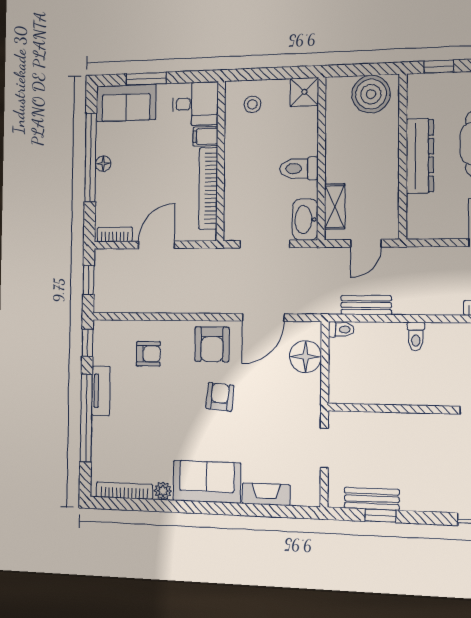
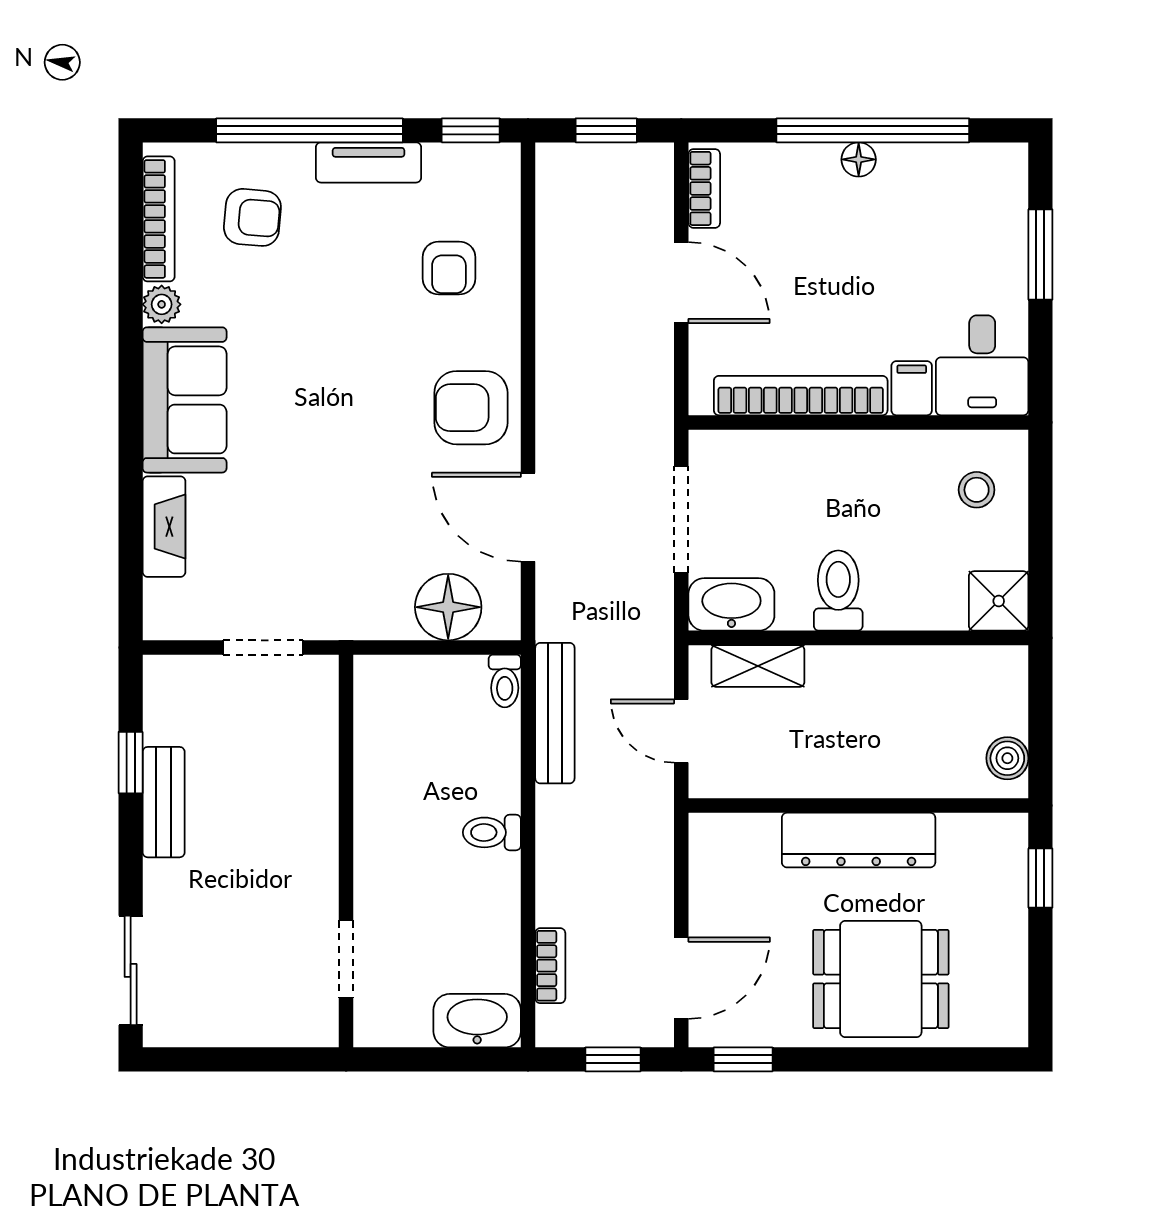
boiler: (371, 94) -> (1007, 758), width x0.54, depth x0.54
sofa: (126, 103) -> (990, 210), removed
bench: (366, 305) -> (555, 713), width x1.36
armchair: (220, 397) -> (252, 217), moved
bench: (372, 499) -> (164, 802), moved

